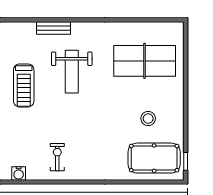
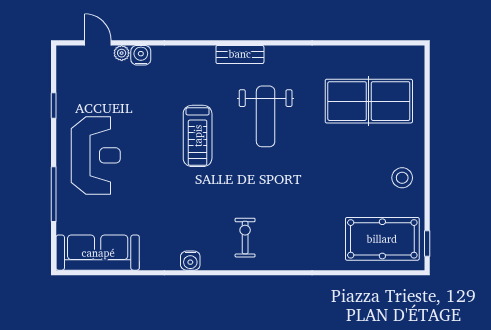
stool: (148, 118) -> (402, 178), moved

